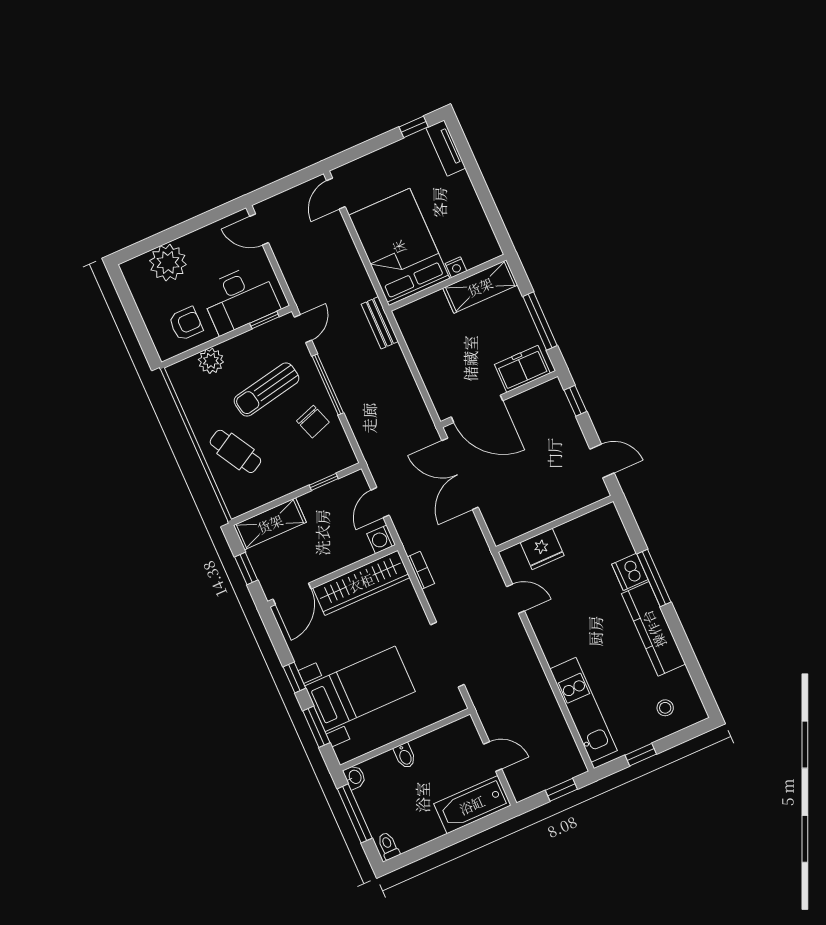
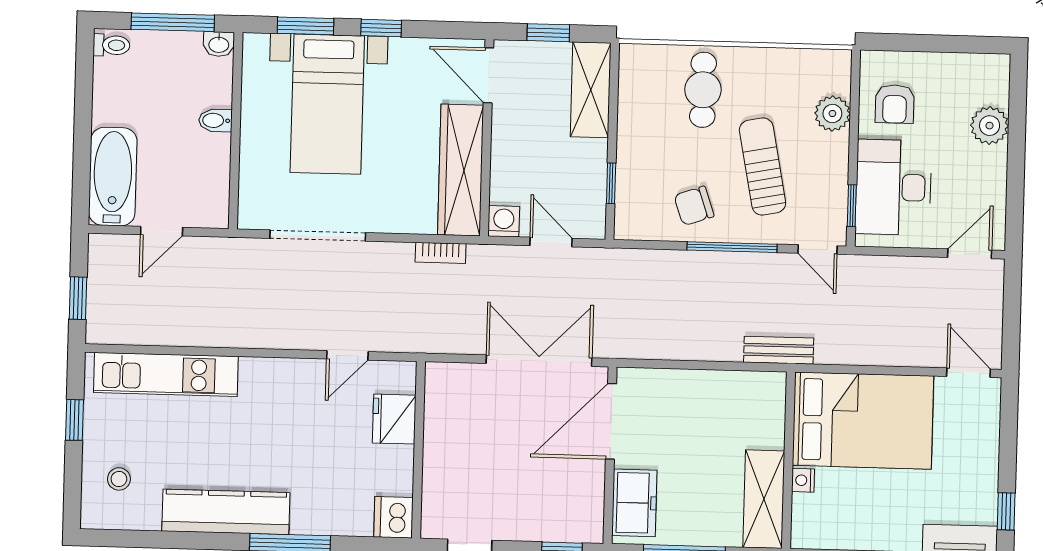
plant: (168, 263) -> (990, 126), width x0.73, depth x0.73
cafe table: (235, 451) -> (703, 90), turned -60
dishwasher: (630, 572) -> (394, 517), moved, turned -90

